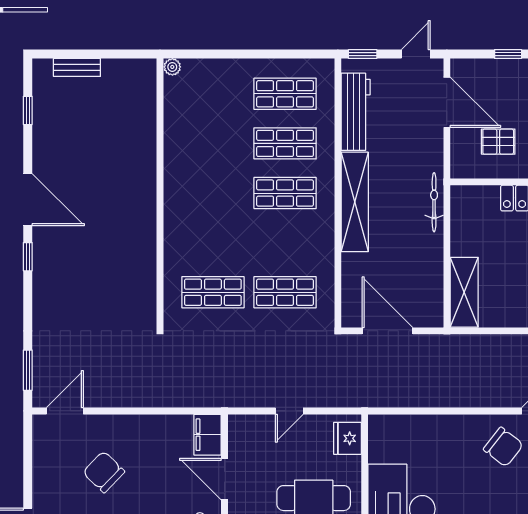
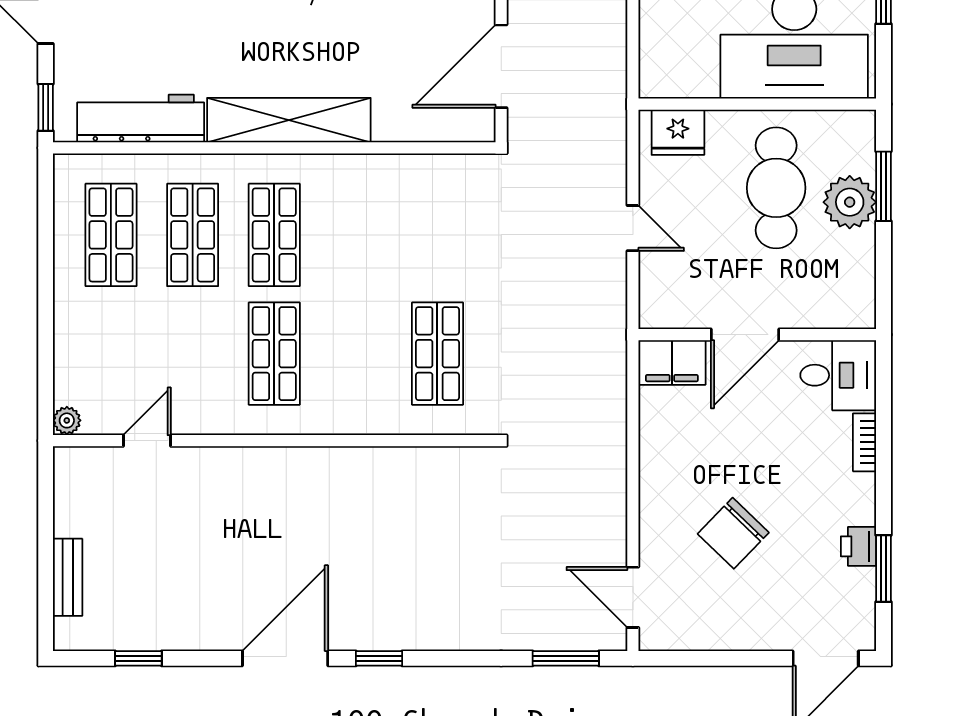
door: (160, 116) -> (147, 441), added
shop shelf: (285, 292) -> (274, 354), moved

